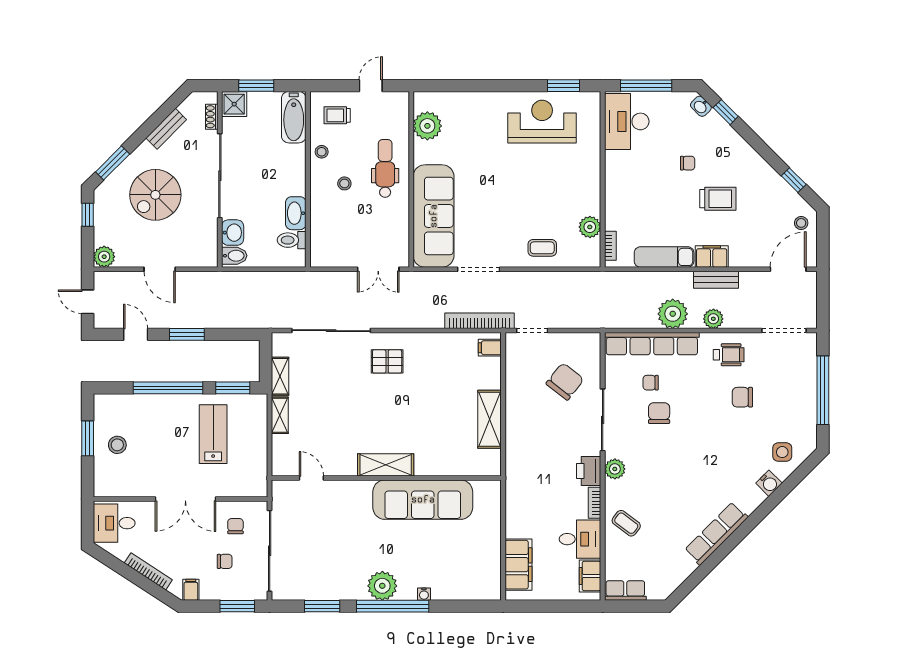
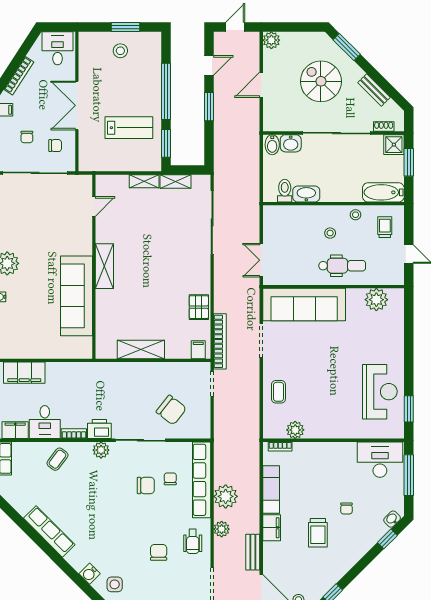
window: (88, 215) -> (305, 27), removed
bench: (716, 280) -> (253, 552), moved
pallet: (387, 361) -> (199, 307), moved

